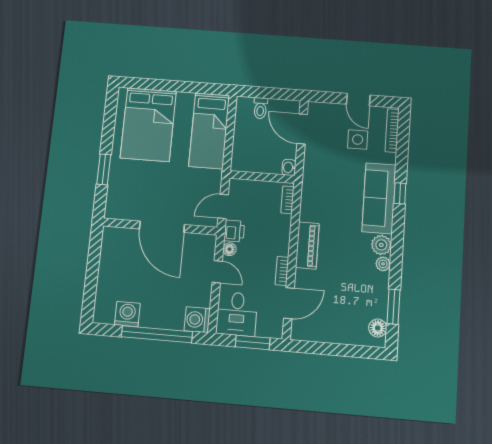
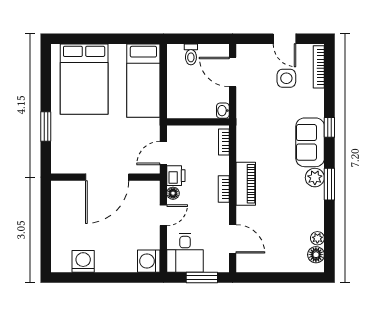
sofa: (379, 198) -> (310, 142), width x0.73
door: (162, 227) -> (107, 177), hinge flipped
plant: (383, 264) -> (317, 238), moved
bookcase: (282, 271) -> (224, 189), moved
door: (217, 272) -> (163, 215), hinge flipped
door: (289, 303) -> (233, 239), hinge flipped
window: (394, 307) -> (329, 184), moved
window: (157, 334) -> (113, 277), removed

